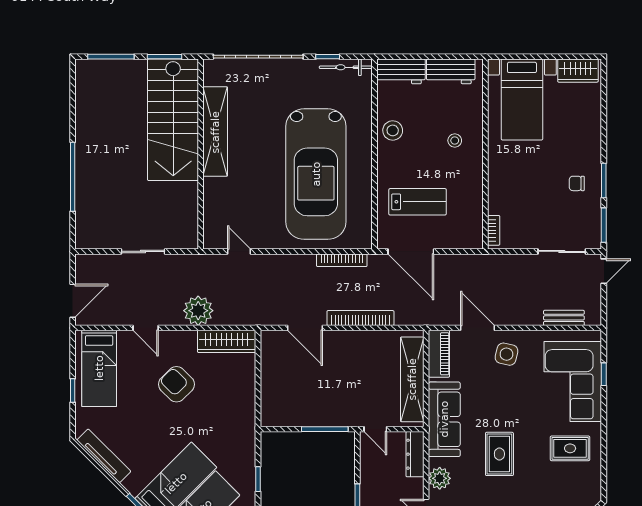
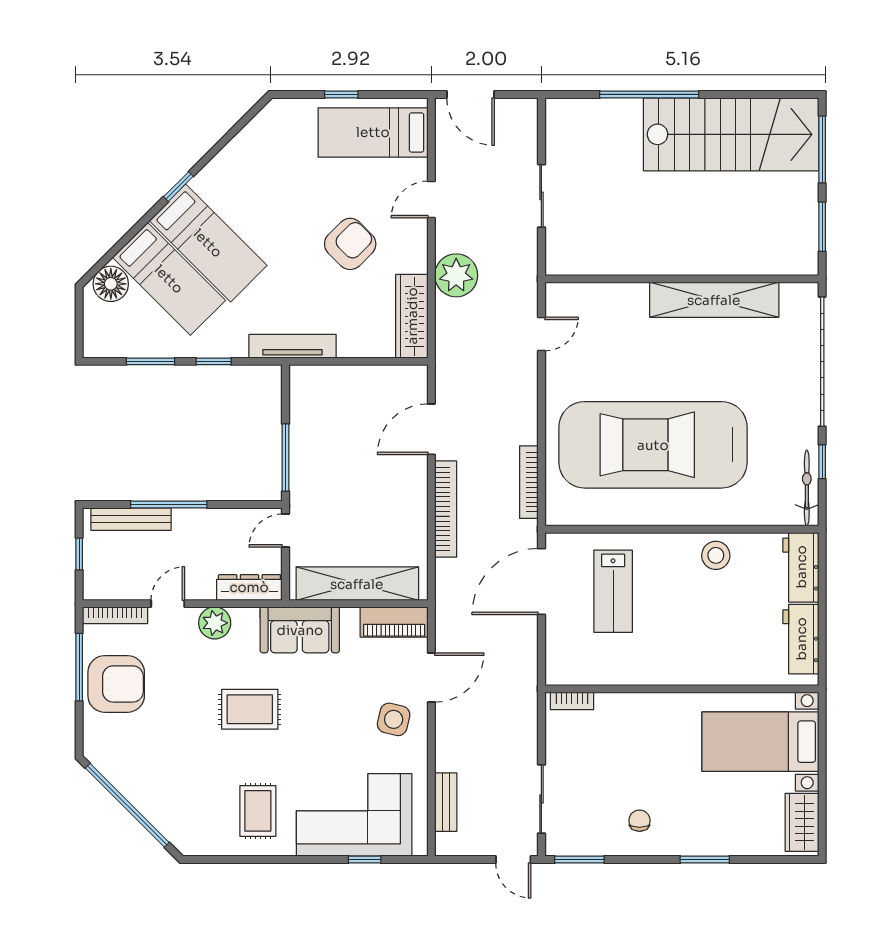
stairs: (173, 120) -> (731, 134), moved, turned 180
stool: (455, 140) -> (701, 645), removed
window: (604, 180) -> (705, 860), moved
sofa: (444, 419) -> (300, 630), width x0.73
tv unit: (104, 456) -> (292, 346), moved, turned -135

